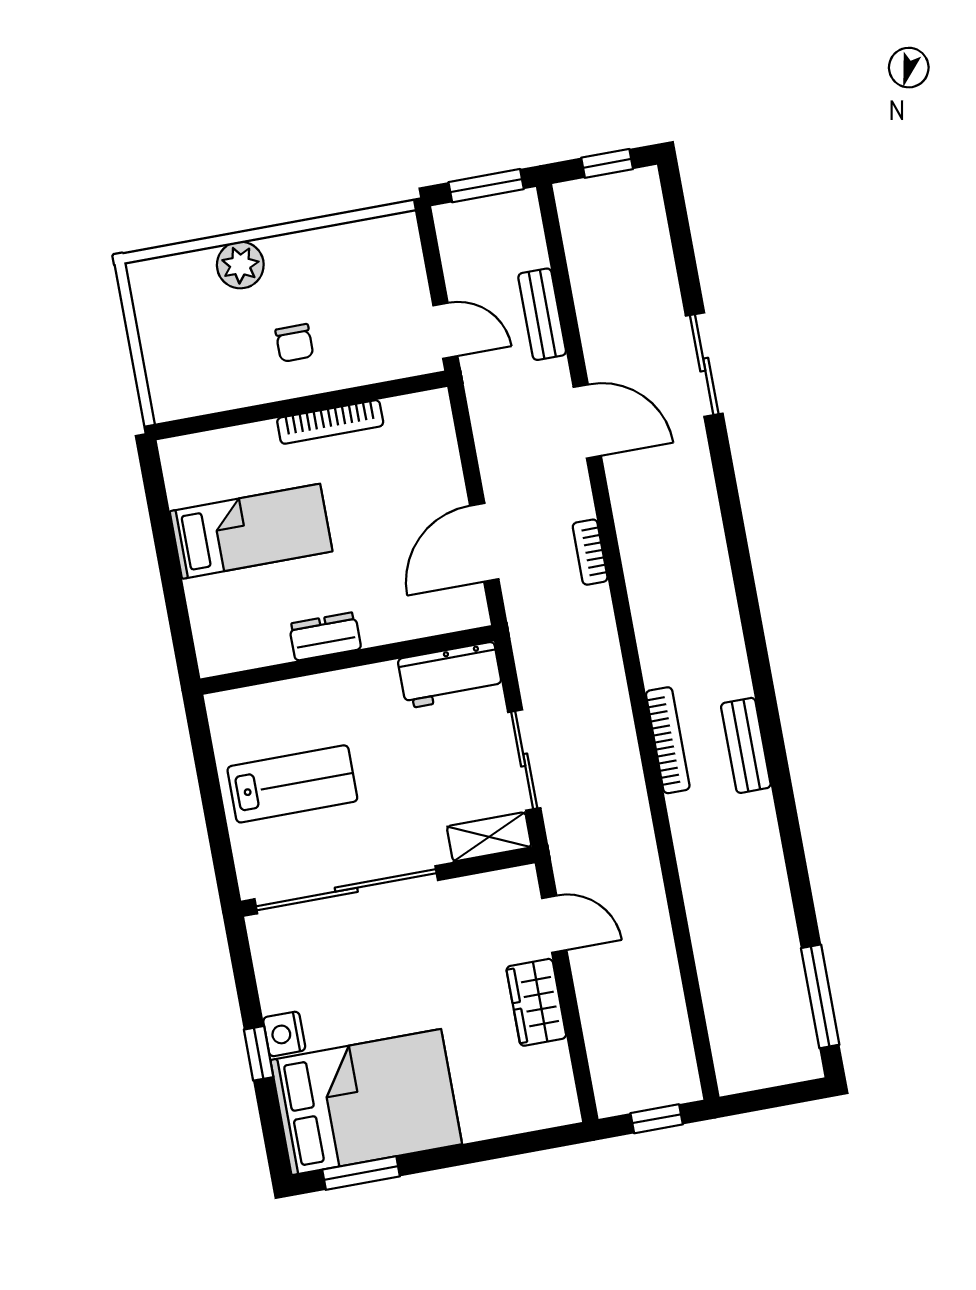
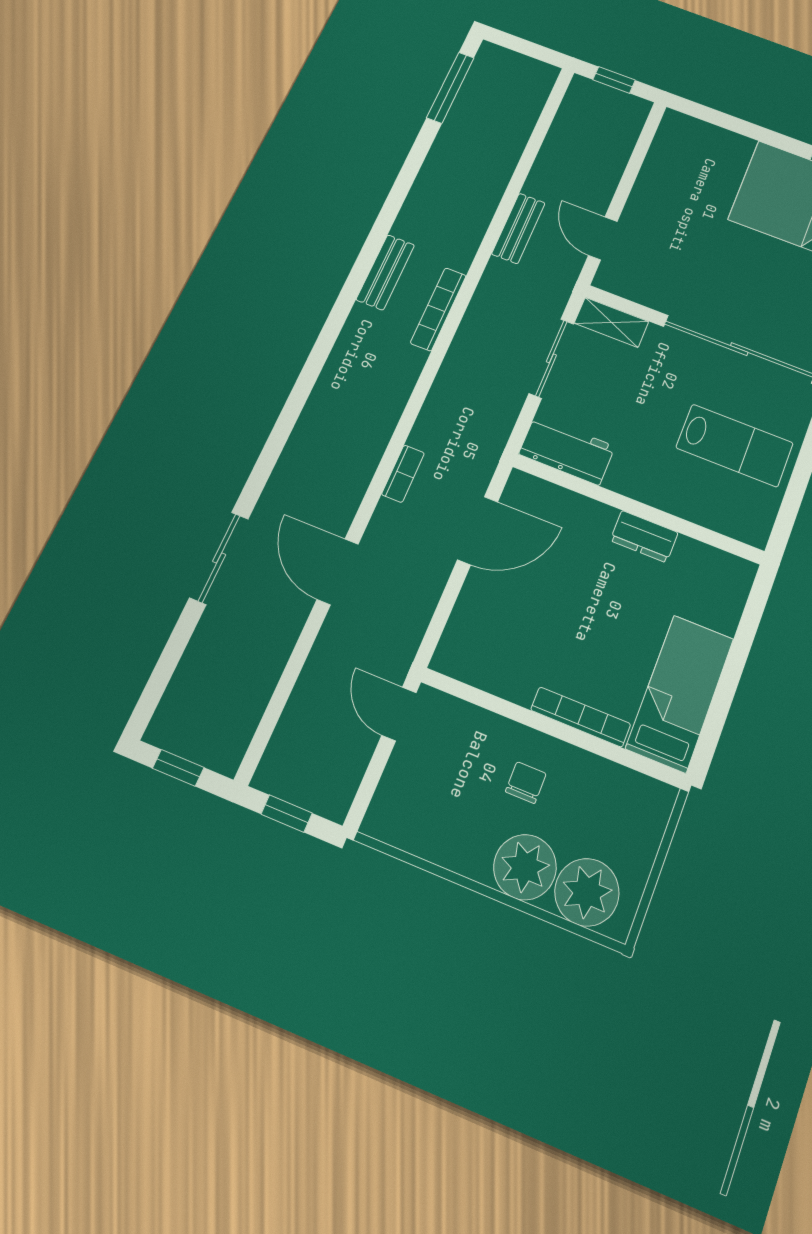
window: (486, 186) -> (287, 814), width x0.67
plant: (240, 265) -> (525, 867), width x1.36, depth x1.36
plant: (184, 285) -> (587, 892), added
bench: (542, 314) -> (518, 228), moved
bookcase: (330, 422) -> (581, 717), moved
bed: (251, 531) -> (680, 693), moved, turned 90
lab bench: (292, 784) -> (735, 445), turned 180
wardrobe: (536, 1002) -> (649, 197), removed

